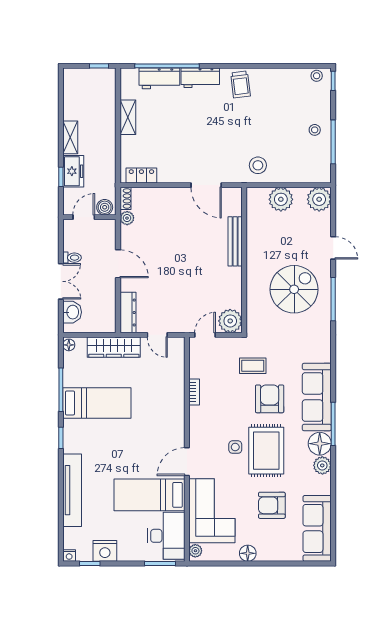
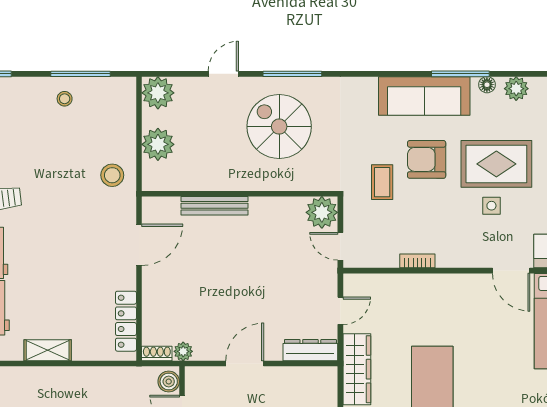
locker: (141, 175) -> (126, 321), width x1.53
floor lamp: (320, 444) -> (487, 85), width x0.53, depth x0.53

